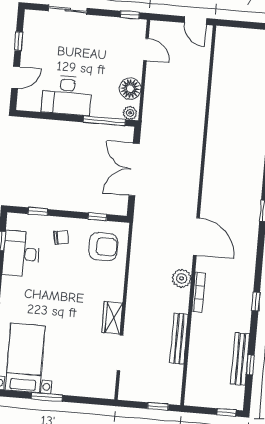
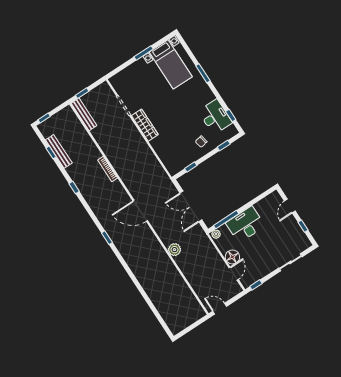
door: (146, 49) -> (234, 274), swing flipped
floor lamp: (130, 89) -> (232, 257), moved
desk: (67, 95) -> (245, 225), moved
double door: (134, 169) -> (191, 206), swing flipped
door: (196, 236) -> (140, 211), moved
armchair: (103, 247) -> (176, 154), removed
plant: (182, 278) -> (174, 250), moved
wardrobe: (112, 318) -> (145, 125), width x1.50
bench: (179, 339) -> (84, 114), moved

